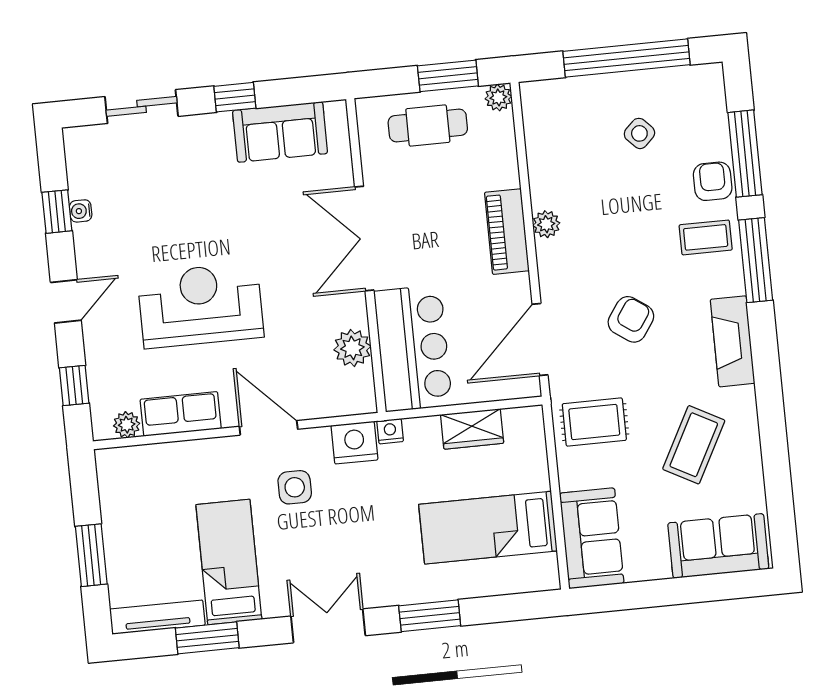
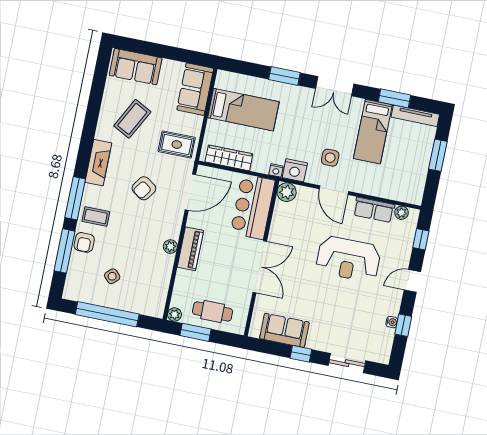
plant: (352, 348) -> (287, 192), moved
wardrobe: (472, 429) -> (229, 158), width x1.50

